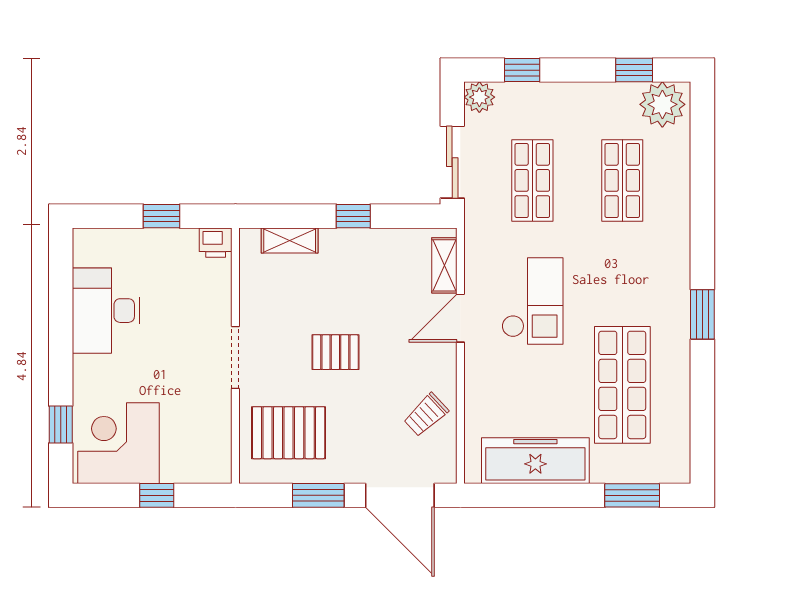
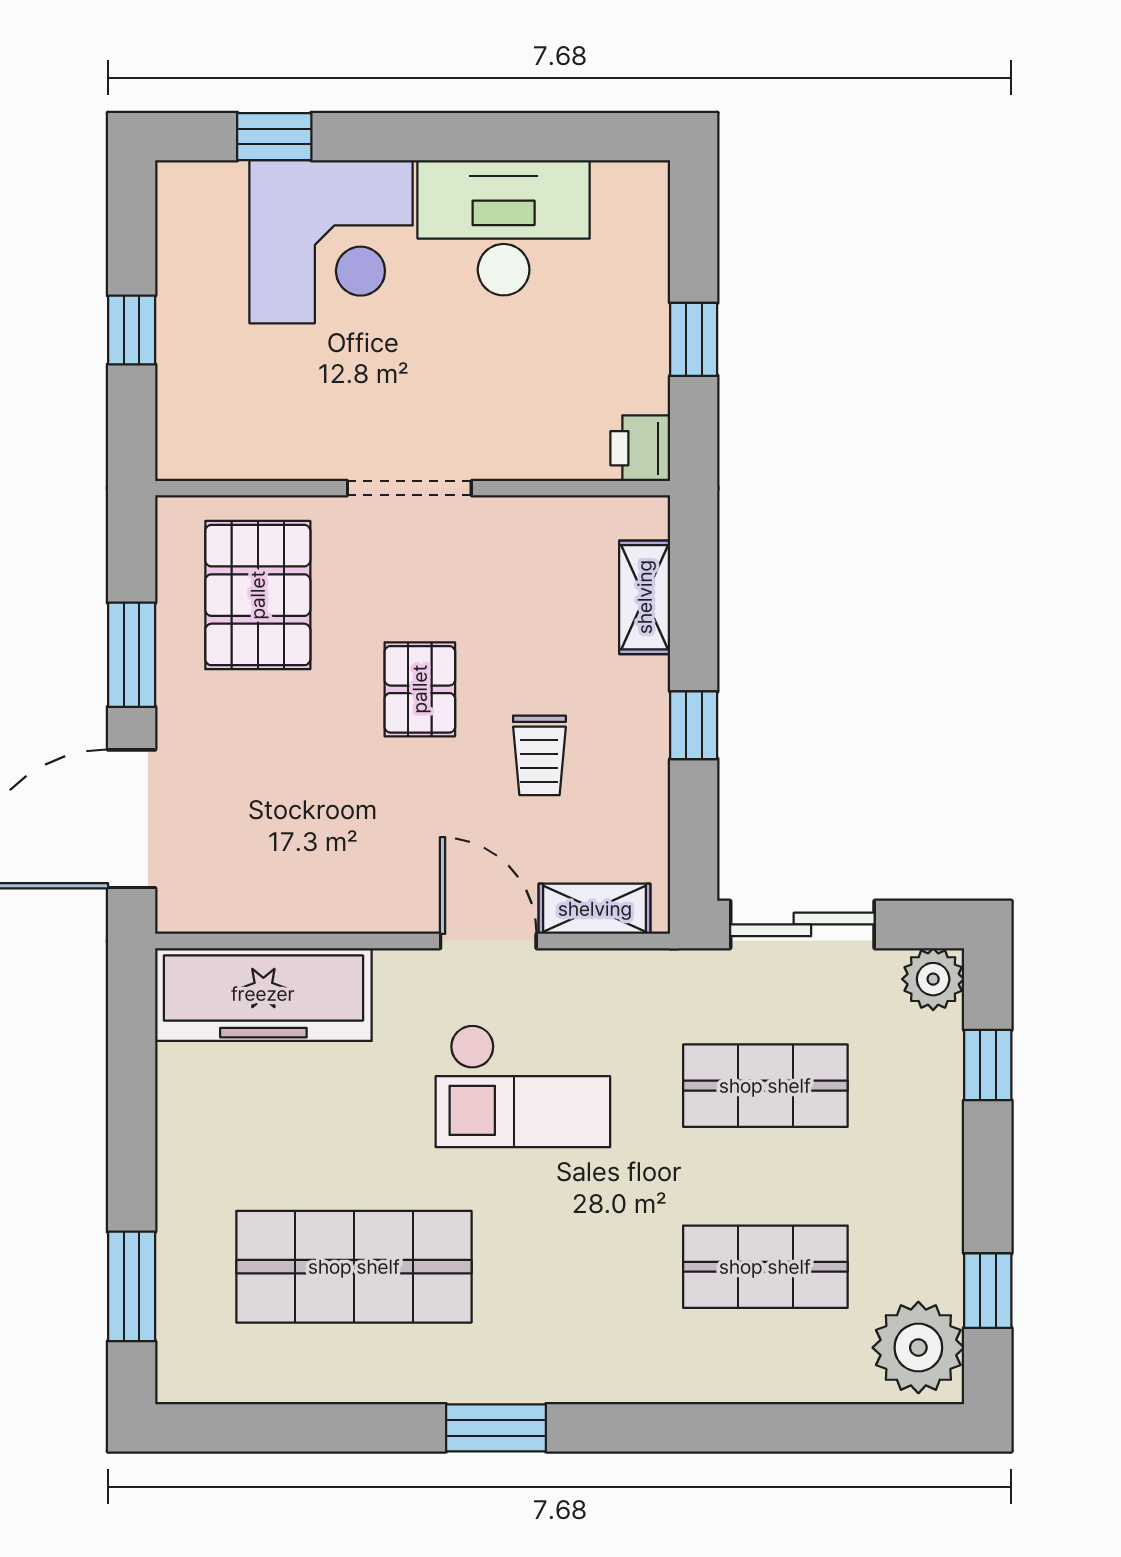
trolley: (426, 415) -> (539, 755), moved, turned -137
corner desk: (118, 443) -> (331, 242), moved, turned 90
freezer: (535, 461) -> (263, 994), moved, turned 90

